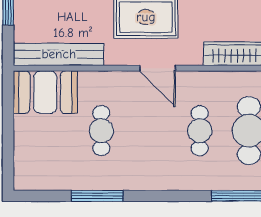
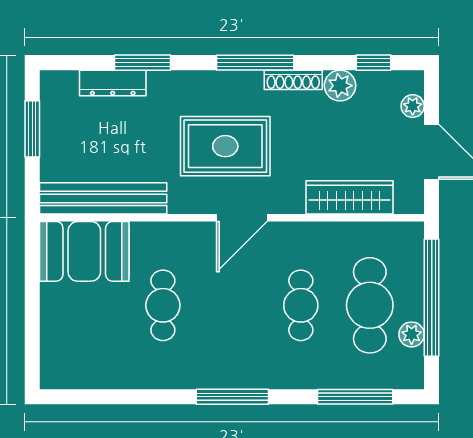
door: (158, 68) -> (242, 218), hinge flipped
window: (97, 196) -> (232, 397), moved

